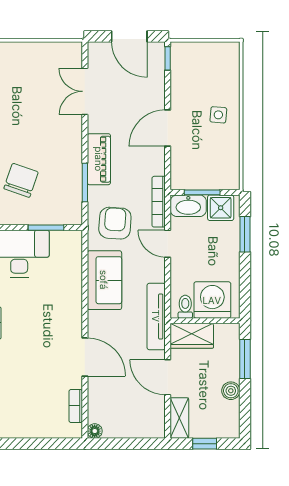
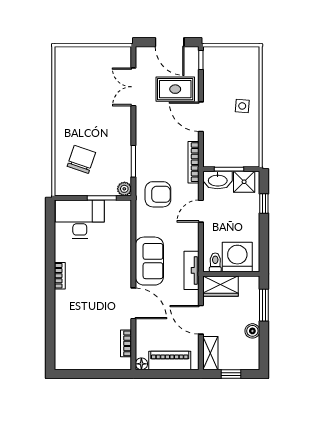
rug: (136, 94) -> (175, 89), added
door: (168, 128) -> (201, 117), hinge flipped
piano: (99, 159) -> (170, 360), moved, turned -90
bookcase: (159, 202) -> (194, 162), moved
plant: (74, 216) -> (124, 189), added
armchair: (115, 223) -> (158, 194), turned 86
window: (245, 234) -> (264, 203), width x0.67
door: (168, 244) -> (201, 211), hinge flipped
sofa: (104, 280) -> (149, 261), moved
tv unit: (156, 316) -> (192, 270), width x0.71

